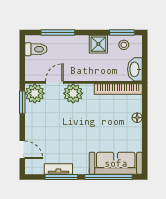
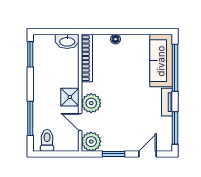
shower: (98, 44) -> (70, 97), moved
stool: (124, 45) -> (43, 52), removed
window: (22, 102) -> (113, 154), moved
tv unit: (58, 169) -> (167, 102), moved
window: (61, 177) -> (175, 128), moved

